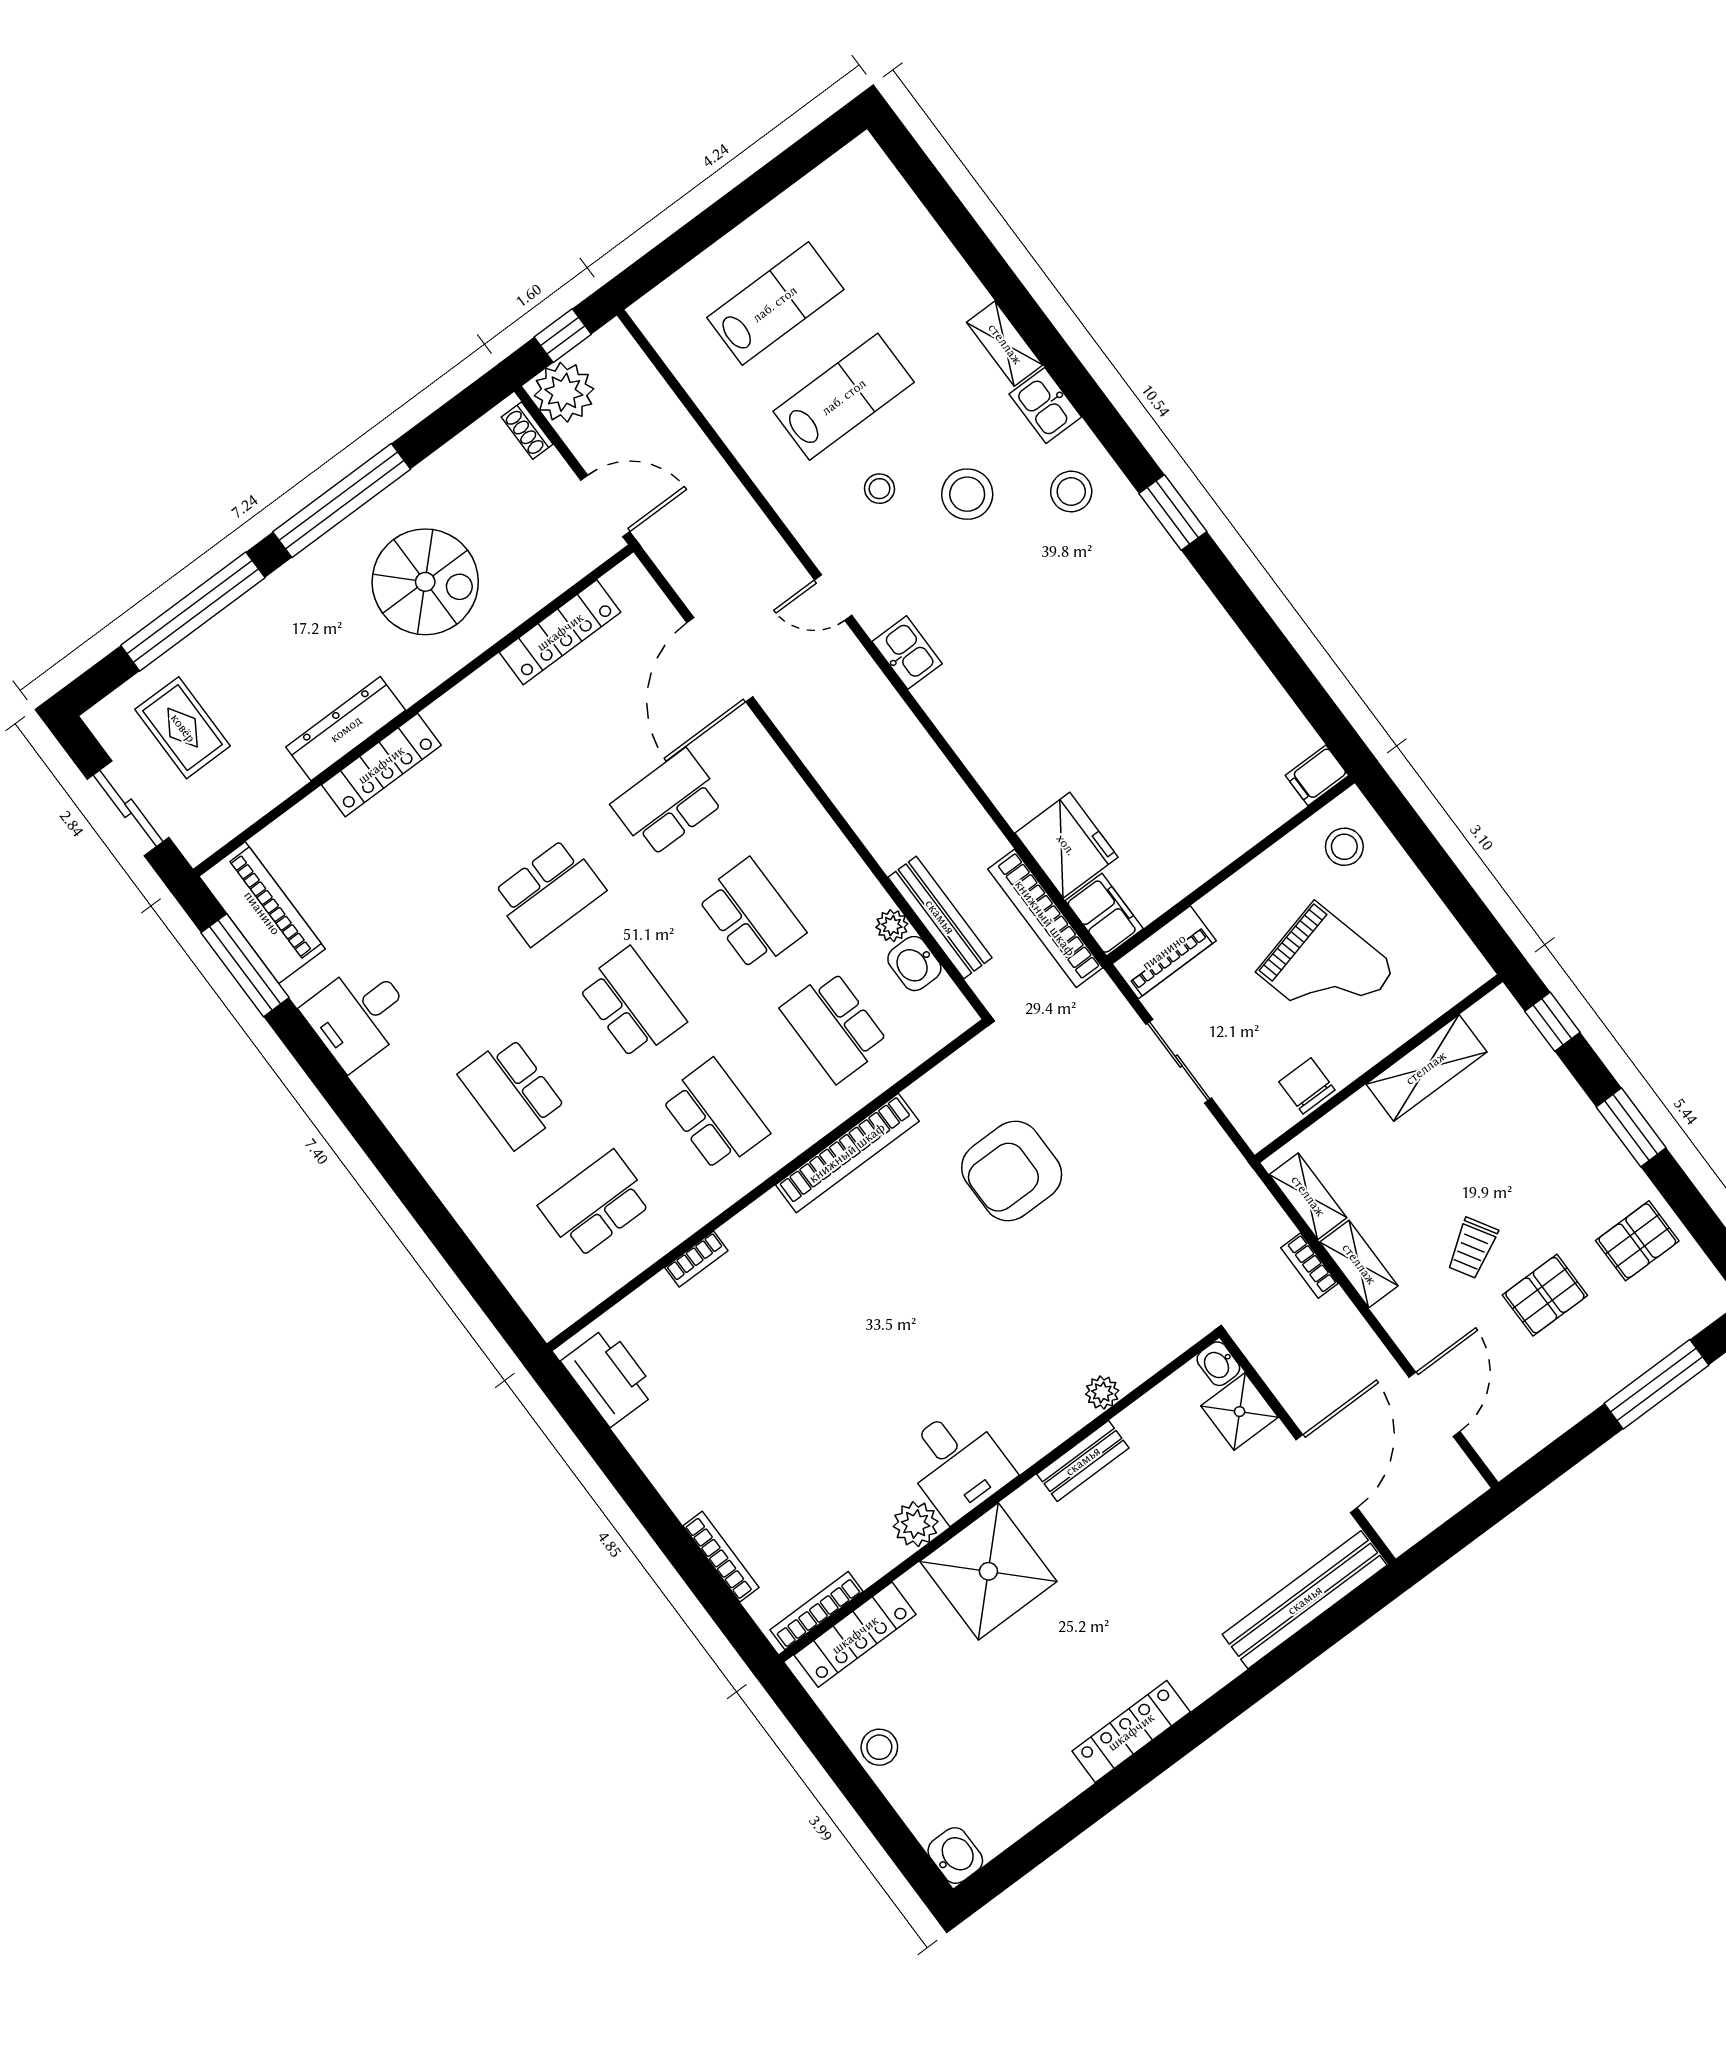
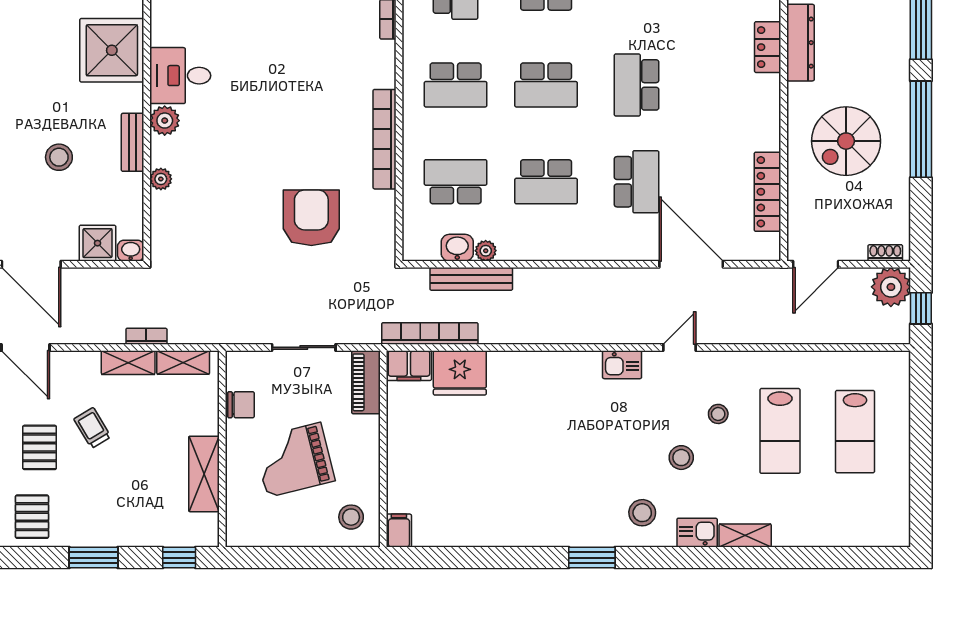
stool: (967, 494) -> (681, 458), width x0.73, depth x0.73
locker: (381, 765) -> (768, 47), width x0.66
plant: (916, 1524) -> (165, 121), moved
stool: (1169, 1538) -> (59, 157), added

